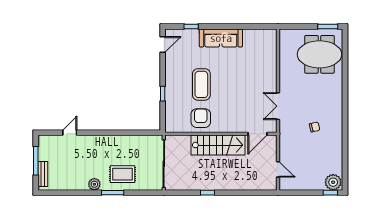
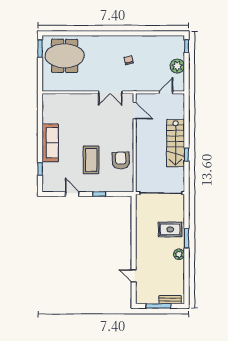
door: (163, 45) -> (72, 194), moved
meeting table: (319, 54) -> (65, 56), turned 90
coffee table: (201, 84) -> (91, 160), turned 90
armchair: (201, 118) -> (121, 160), turned 87
stairs: (218, 145) -> (176, 143), moved, turned 180
rug: (123, 174) -> (170, 229), turned 90
plant: (333, 182) -> (177, 66), moved

